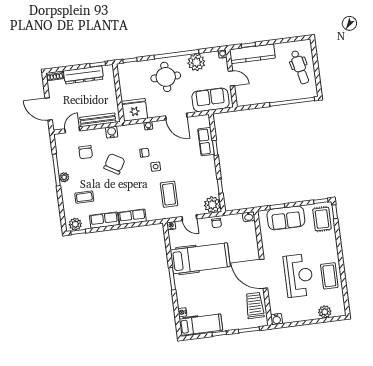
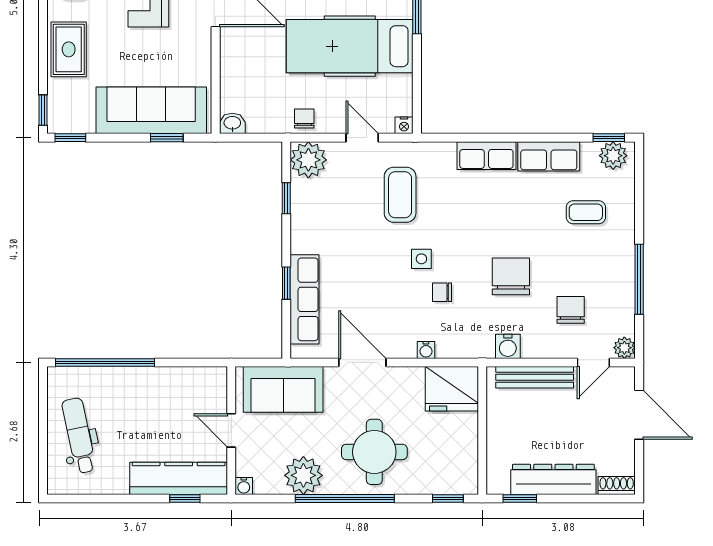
row of seats: (206, 142) -> (305, 299), width x1.48
chair: (114, 164) -> (511, 276), turned 150
plant: (64, 177) -> (624, 348), moved
sofa: (286, 218) -> (151, 110), width x1.36
rug: (322, 219) -> (69, 49), moved

